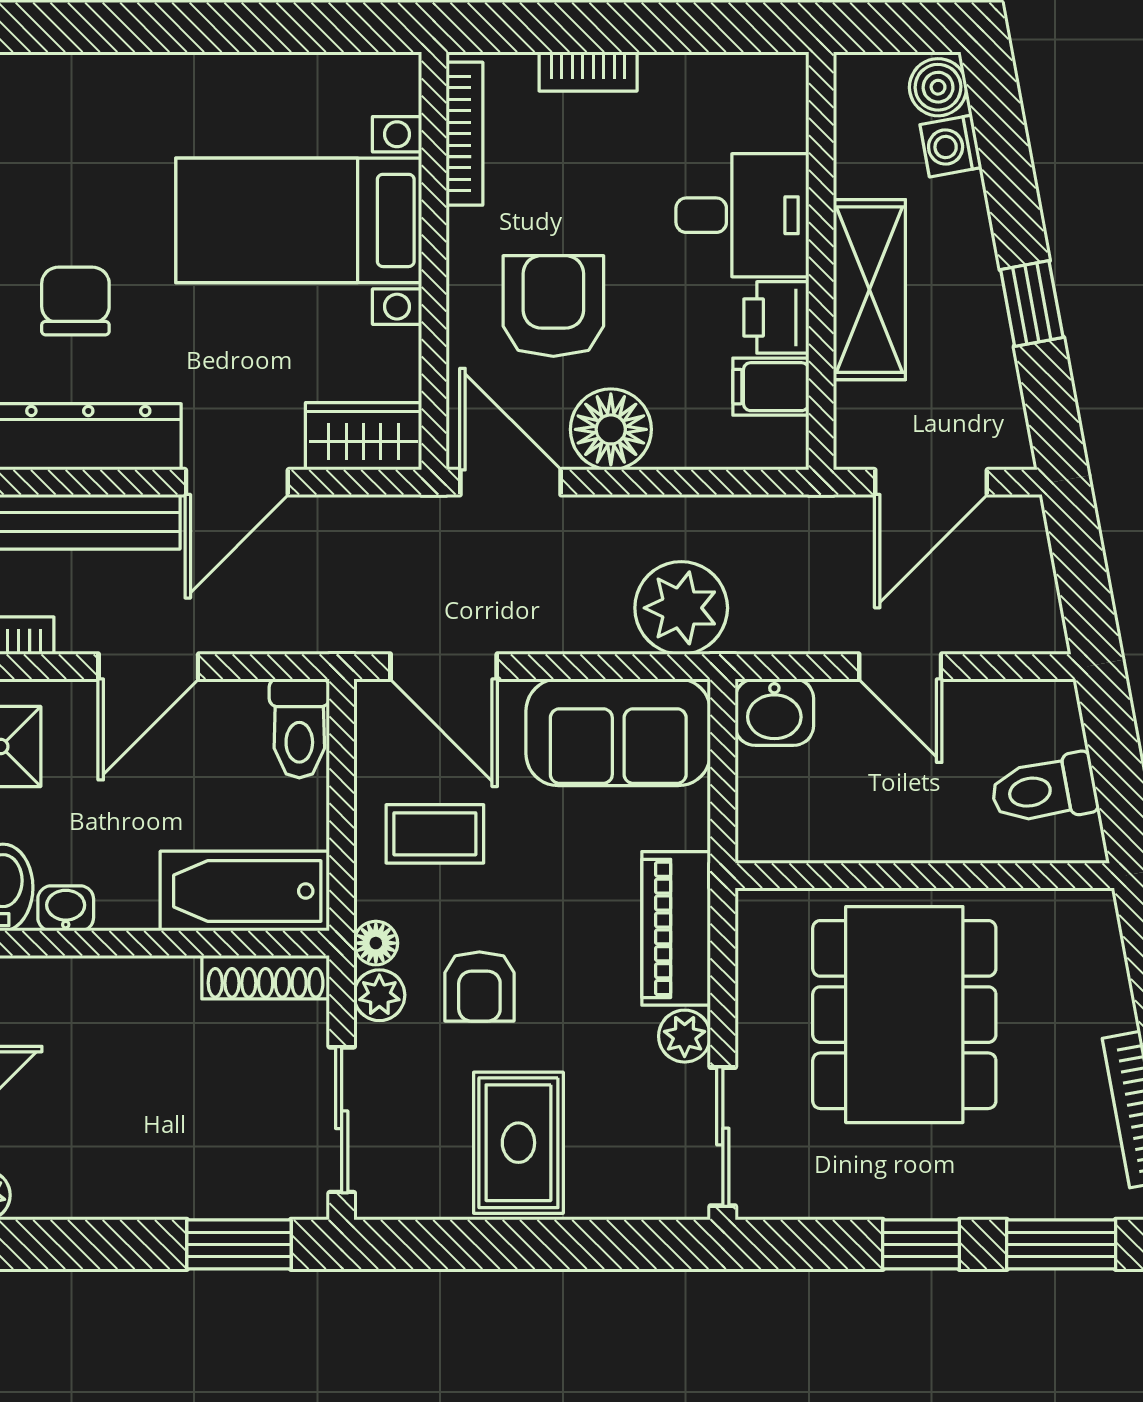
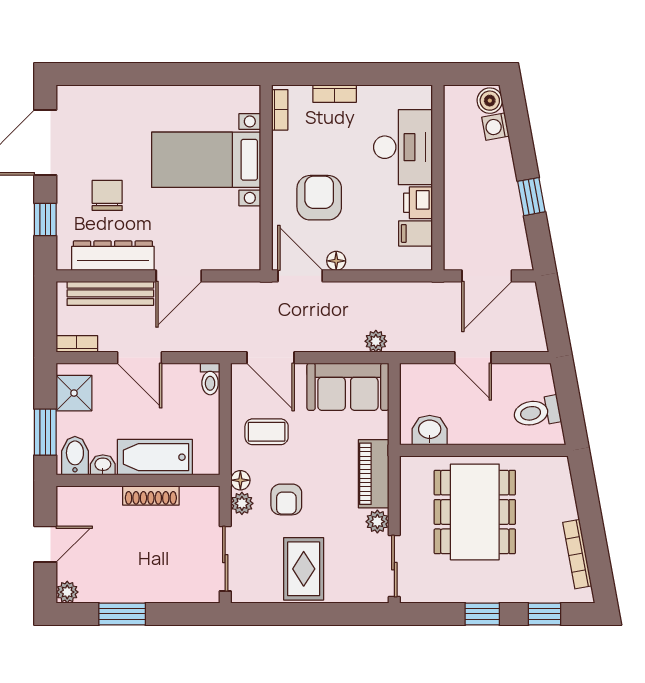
bookcase: (464, 134) -> (280, 110), width x0.64
desk: (742, 215) -> (403, 147), width x1.37
shelving: (869, 290) -> (459, 190), removed
floor lamp: (611, 429) -> (336, 261), width x0.53, depth x0.53
wardrobe: (364, 436) -> (235, 255), removed
plant: (681, 608) -> (376, 341), width x0.53, depth x0.53
door: (148, 667) -> (140, 358), hinge flipped
washbasin: (774, 712) -> (430, 430), moved, turned 180
toilet: (299, 728) -> (210, 379), width x0.73, depth x0.72
bathtub: (245, 891) -> (155, 457), moved
shoe rack: (266, 977) -> (151, 495), moved
window: (239, 1244) -> (122, 614), moved
window: (1061, 1244) -> (544, 614), width x0.67

